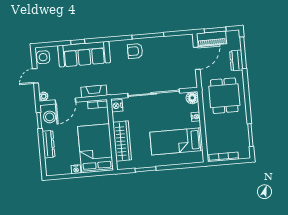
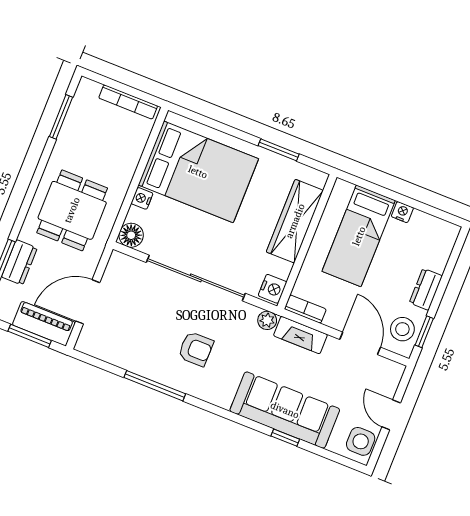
armchair: (135, 51) -> (196, 349), moved
door: (35, 76) -> (391, 415), swing flipped
plant: (44, 96) -> (267, 320), moved
door: (65, 101) -> (360, 343), hinge flipped
bed: (176, 141) -> (198, 172), width x1.50
dresser: (48, 144) -> (426, 289), width x0.70
bed: (95, 148) -> (359, 236), width x0.67

